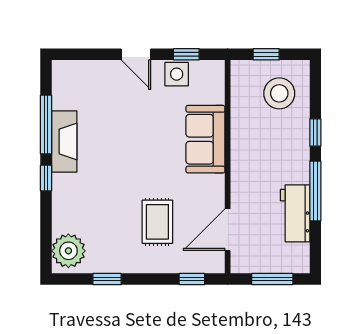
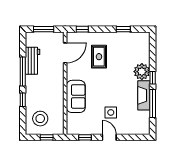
side table: (177, 74) -> (111, 112), moved
plant: (68, 251) -> (142, 72), moved

